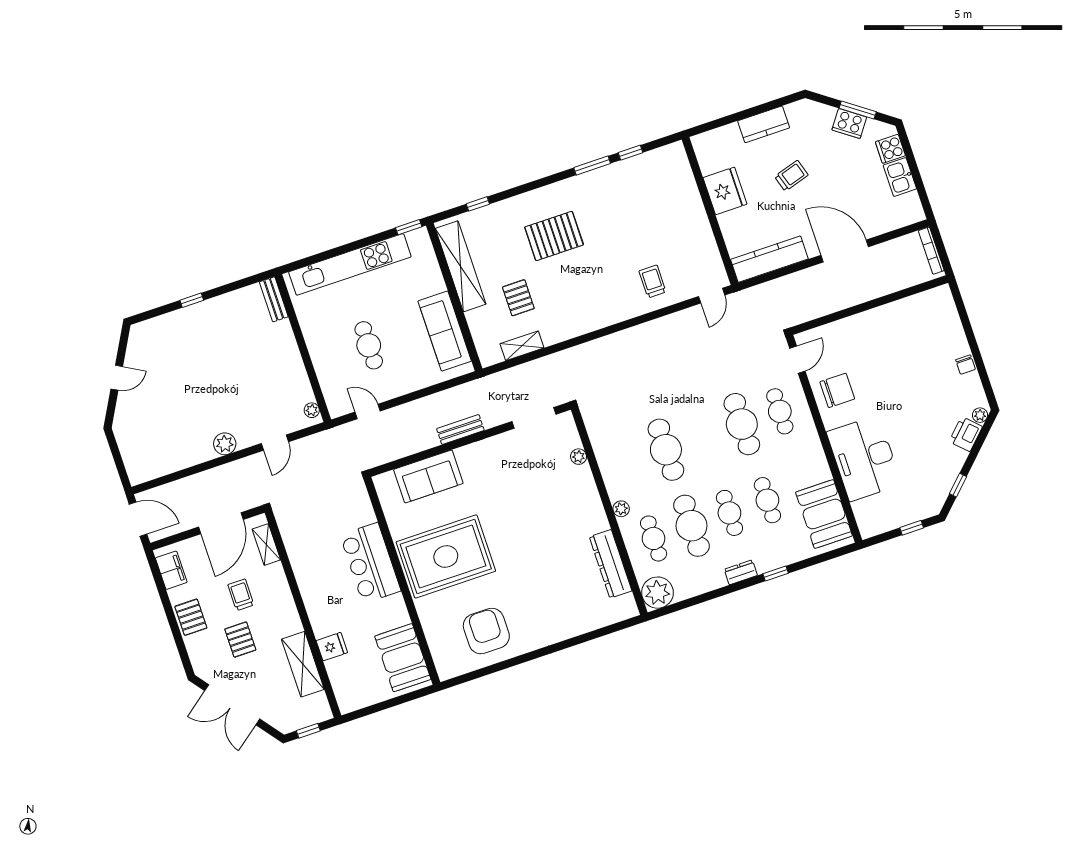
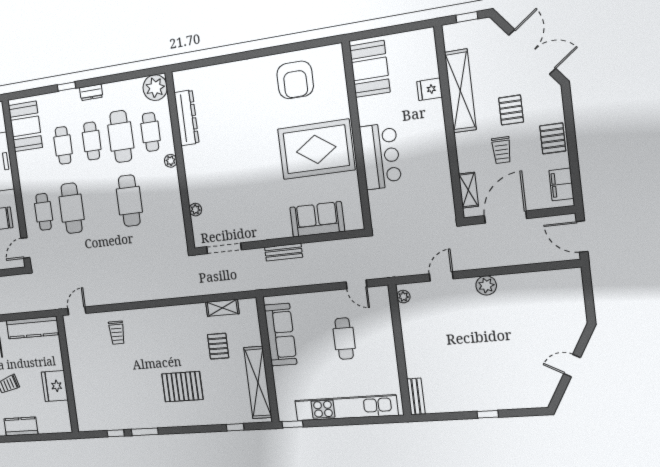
shelving: (303, 664) -> (460, 91), width x1.47

